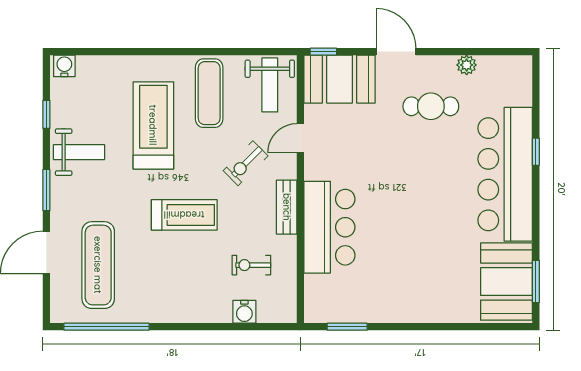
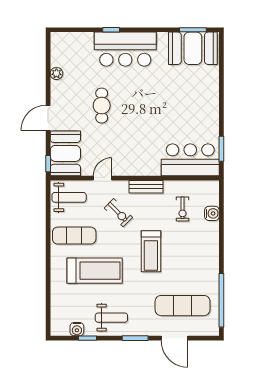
water cooler: (64, 66) -> (77, 329), moved, turned -90
cafe table: (431, 106) -> (102, 106), moved
treadmill: (153, 125) -> (95, 271), turned 180
door: (300, 138) -> (103, 178), swing flipped
weight bench: (79, 152) -> (111, 318), turned 90
bar counter: (505, 174) -> (125, 49), width x0.73
treadmill: (184, 215) -> (151, 251), turned 180
bar counter: (329, 227) -> (190, 160), moved

